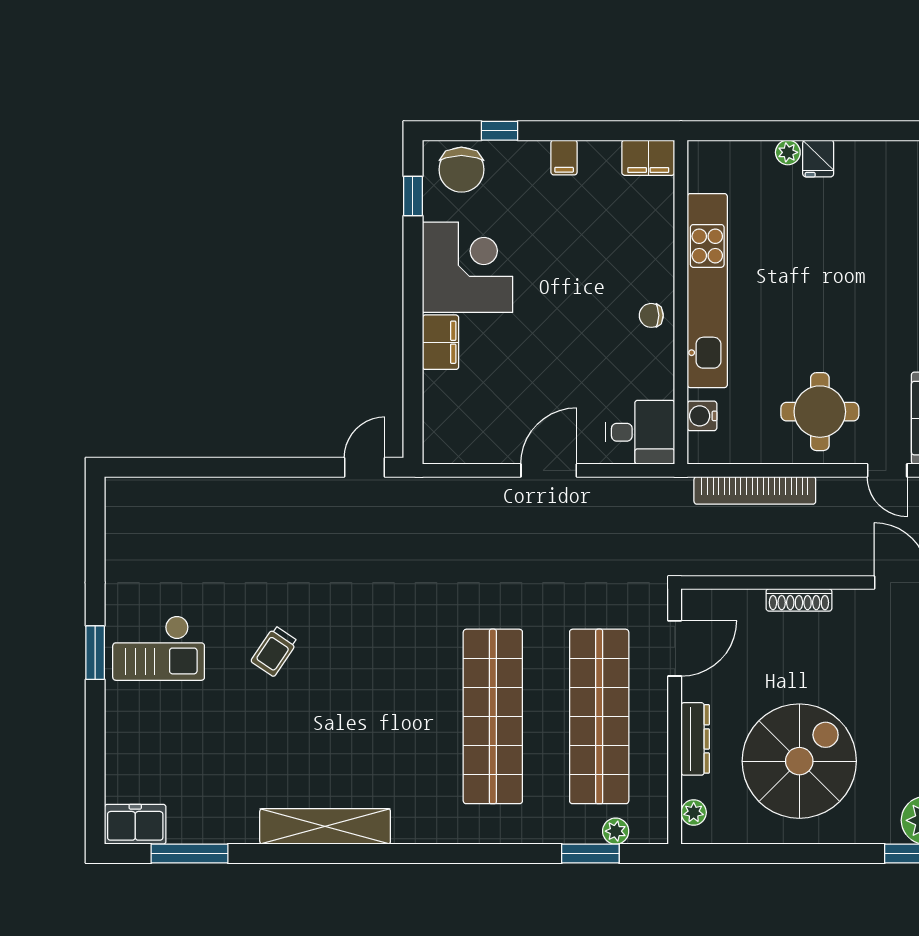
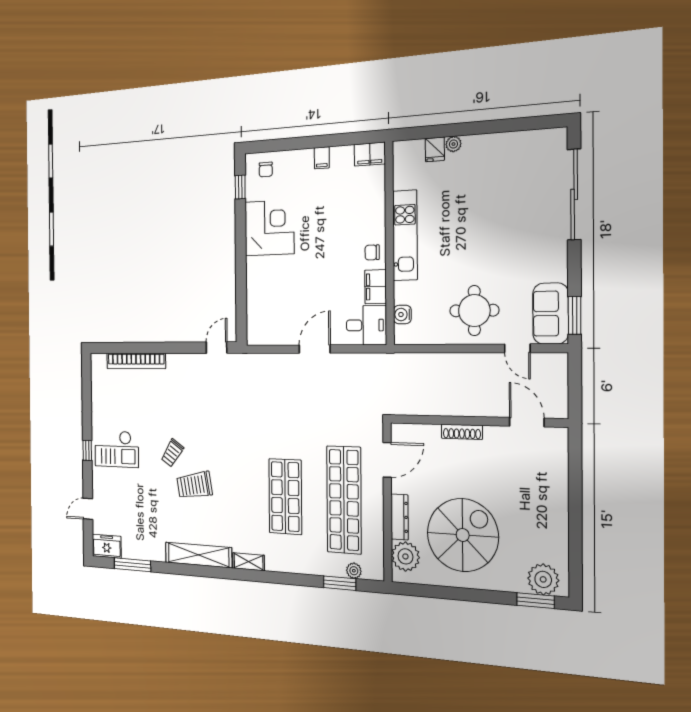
window: (499, 131) -> (286, 144), removed
fridge: (818, 158) -> (435, 149), moved
chair: (461, 170) -> (266, 170), width x0.54, depth x0.54
kitchen unit: (707, 291) -> (405, 235), width x0.73
filing cabinet: (440, 342) -> (375, 287), moved, turned 180
bookcase: (755, 490) -> (136, 361), moved
window: (95, 653) -> (87, 450), width x0.67
trolley: (318, 706) -> (194, 485), added
shop shelf: (493, 716) -> (285, 497), width x0.71
door: (95, 759) -> (88, 509), added
plant: (694, 812) -> (405, 556), width x1.87, depth x1.87
shelving: (423, 831) -> (249, 562), added

